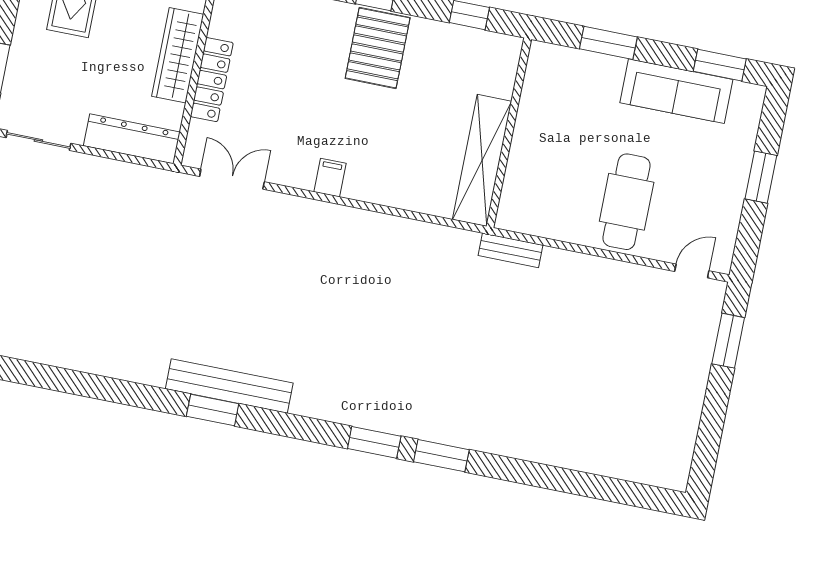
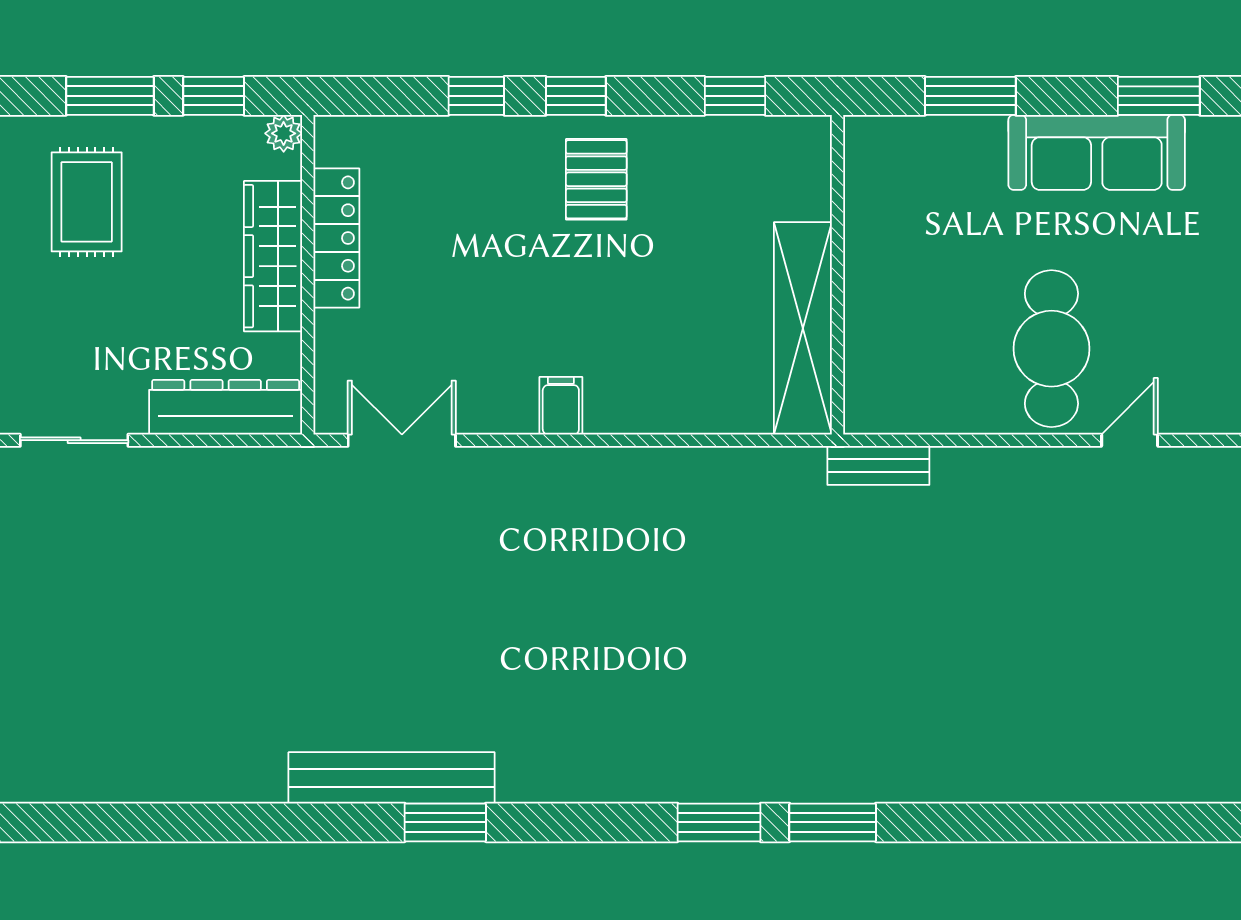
pallet: (378, 48) -> (596, 179), width x0.67, depth x0.71
locker: (212, 80) -> (336, 238), moved
door: (692, 271) -> (1130, 440), moved
bench: (229, 386) -> (392, 778), moved

